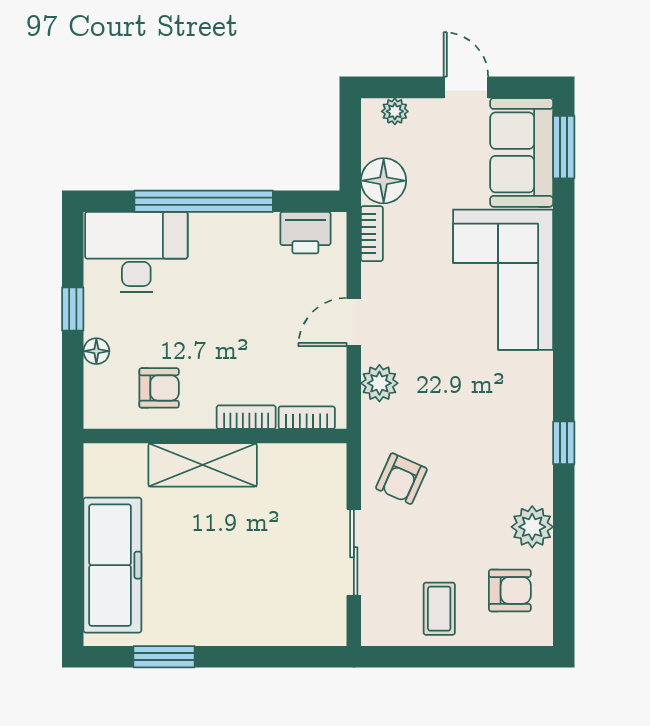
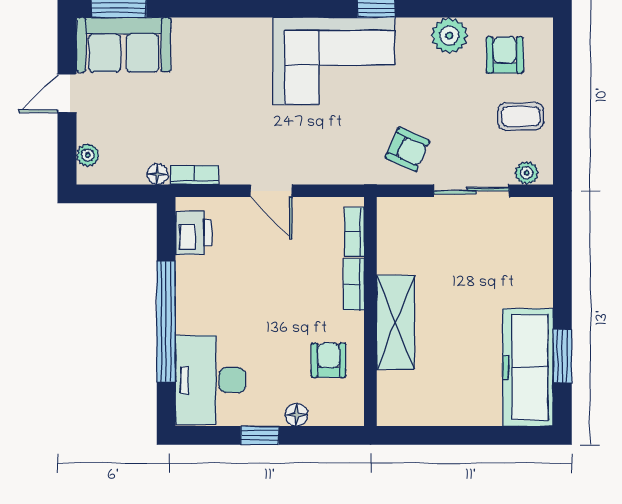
floor lamp: (384, 181) -> (157, 174), width x0.53, depth x0.53
corner sofa: (503, 280) -> (333, 61), moved
plant: (379, 383) -> (527, 173), moved, width x0.73, depth x0.73
freezer: (112, 565) -> (528, 367), moved, turned -90

